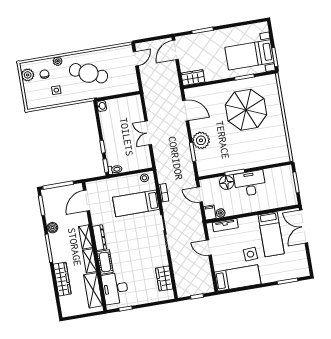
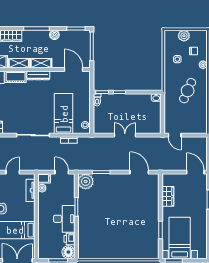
door: (136, 59) -> (175, 135), moved
cafe table: (89, 73) -> (188, 91), width x0.73, depth x0.74
plant: (28, 75) -> (184, 36), moved
wardrobe: (193, 78) -> (168, 196), moved
parasol: (246, 110) -> (131, 227), removed
door: (186, 111) -> (139, 172), swing flipped
plant: (201, 140) -> (86, 181), moved
printer: (271, 174) -> (69, 239), added
floor lamp: (227, 183) -> (68, 252), moved
door: (200, 195) -> (62, 172), hinge flipped

